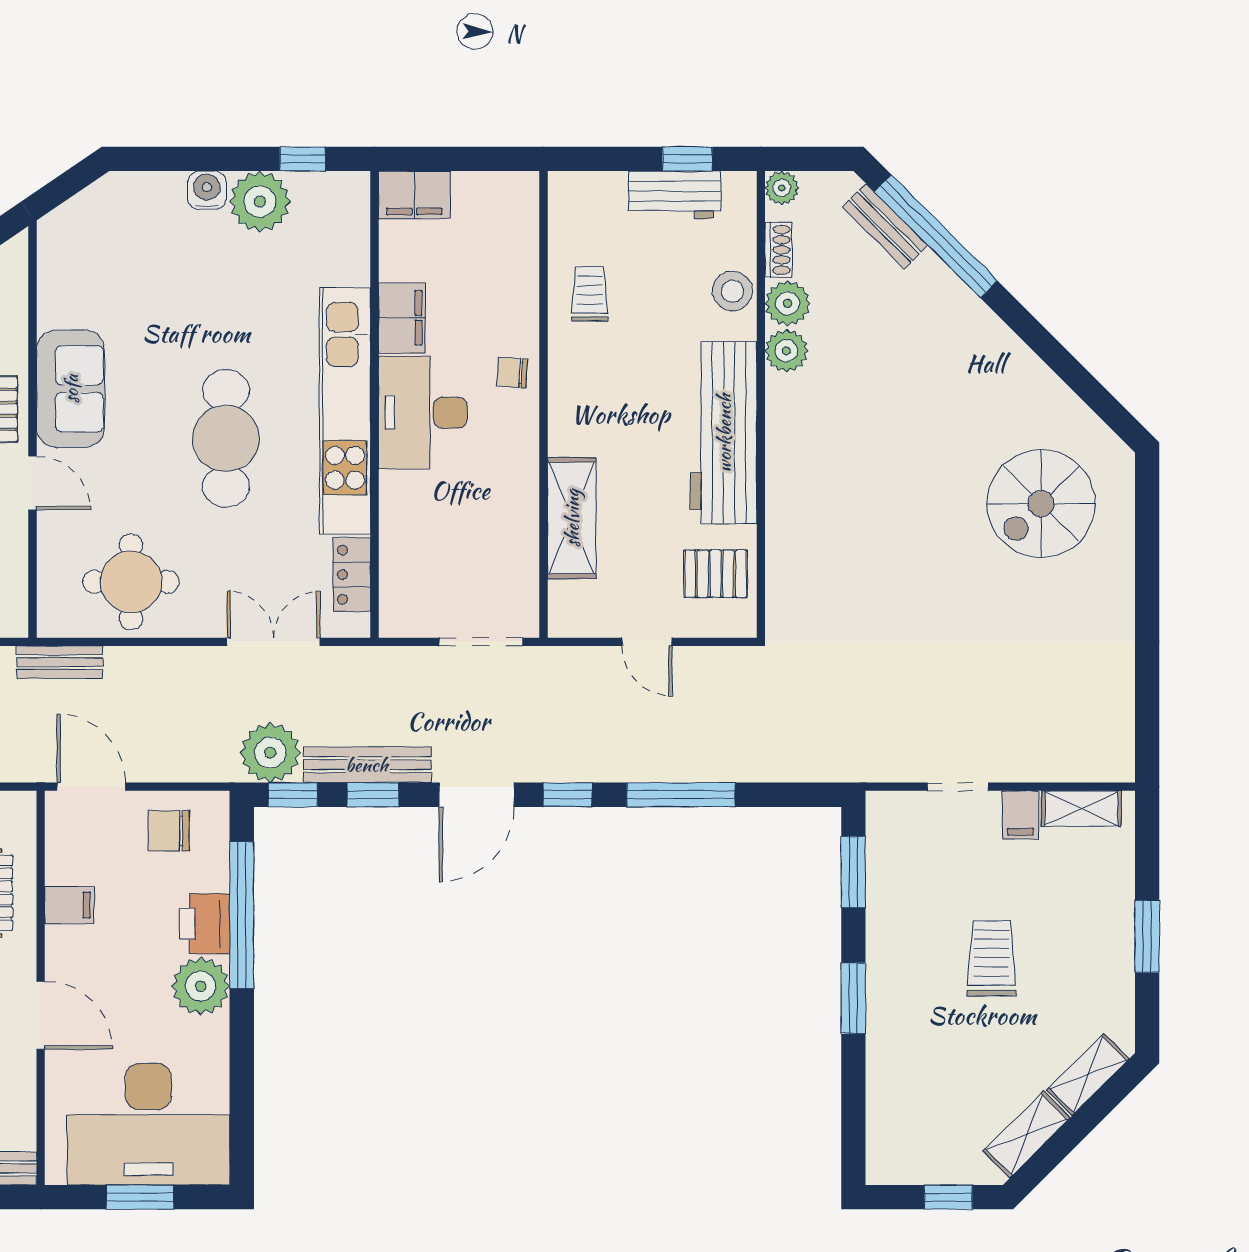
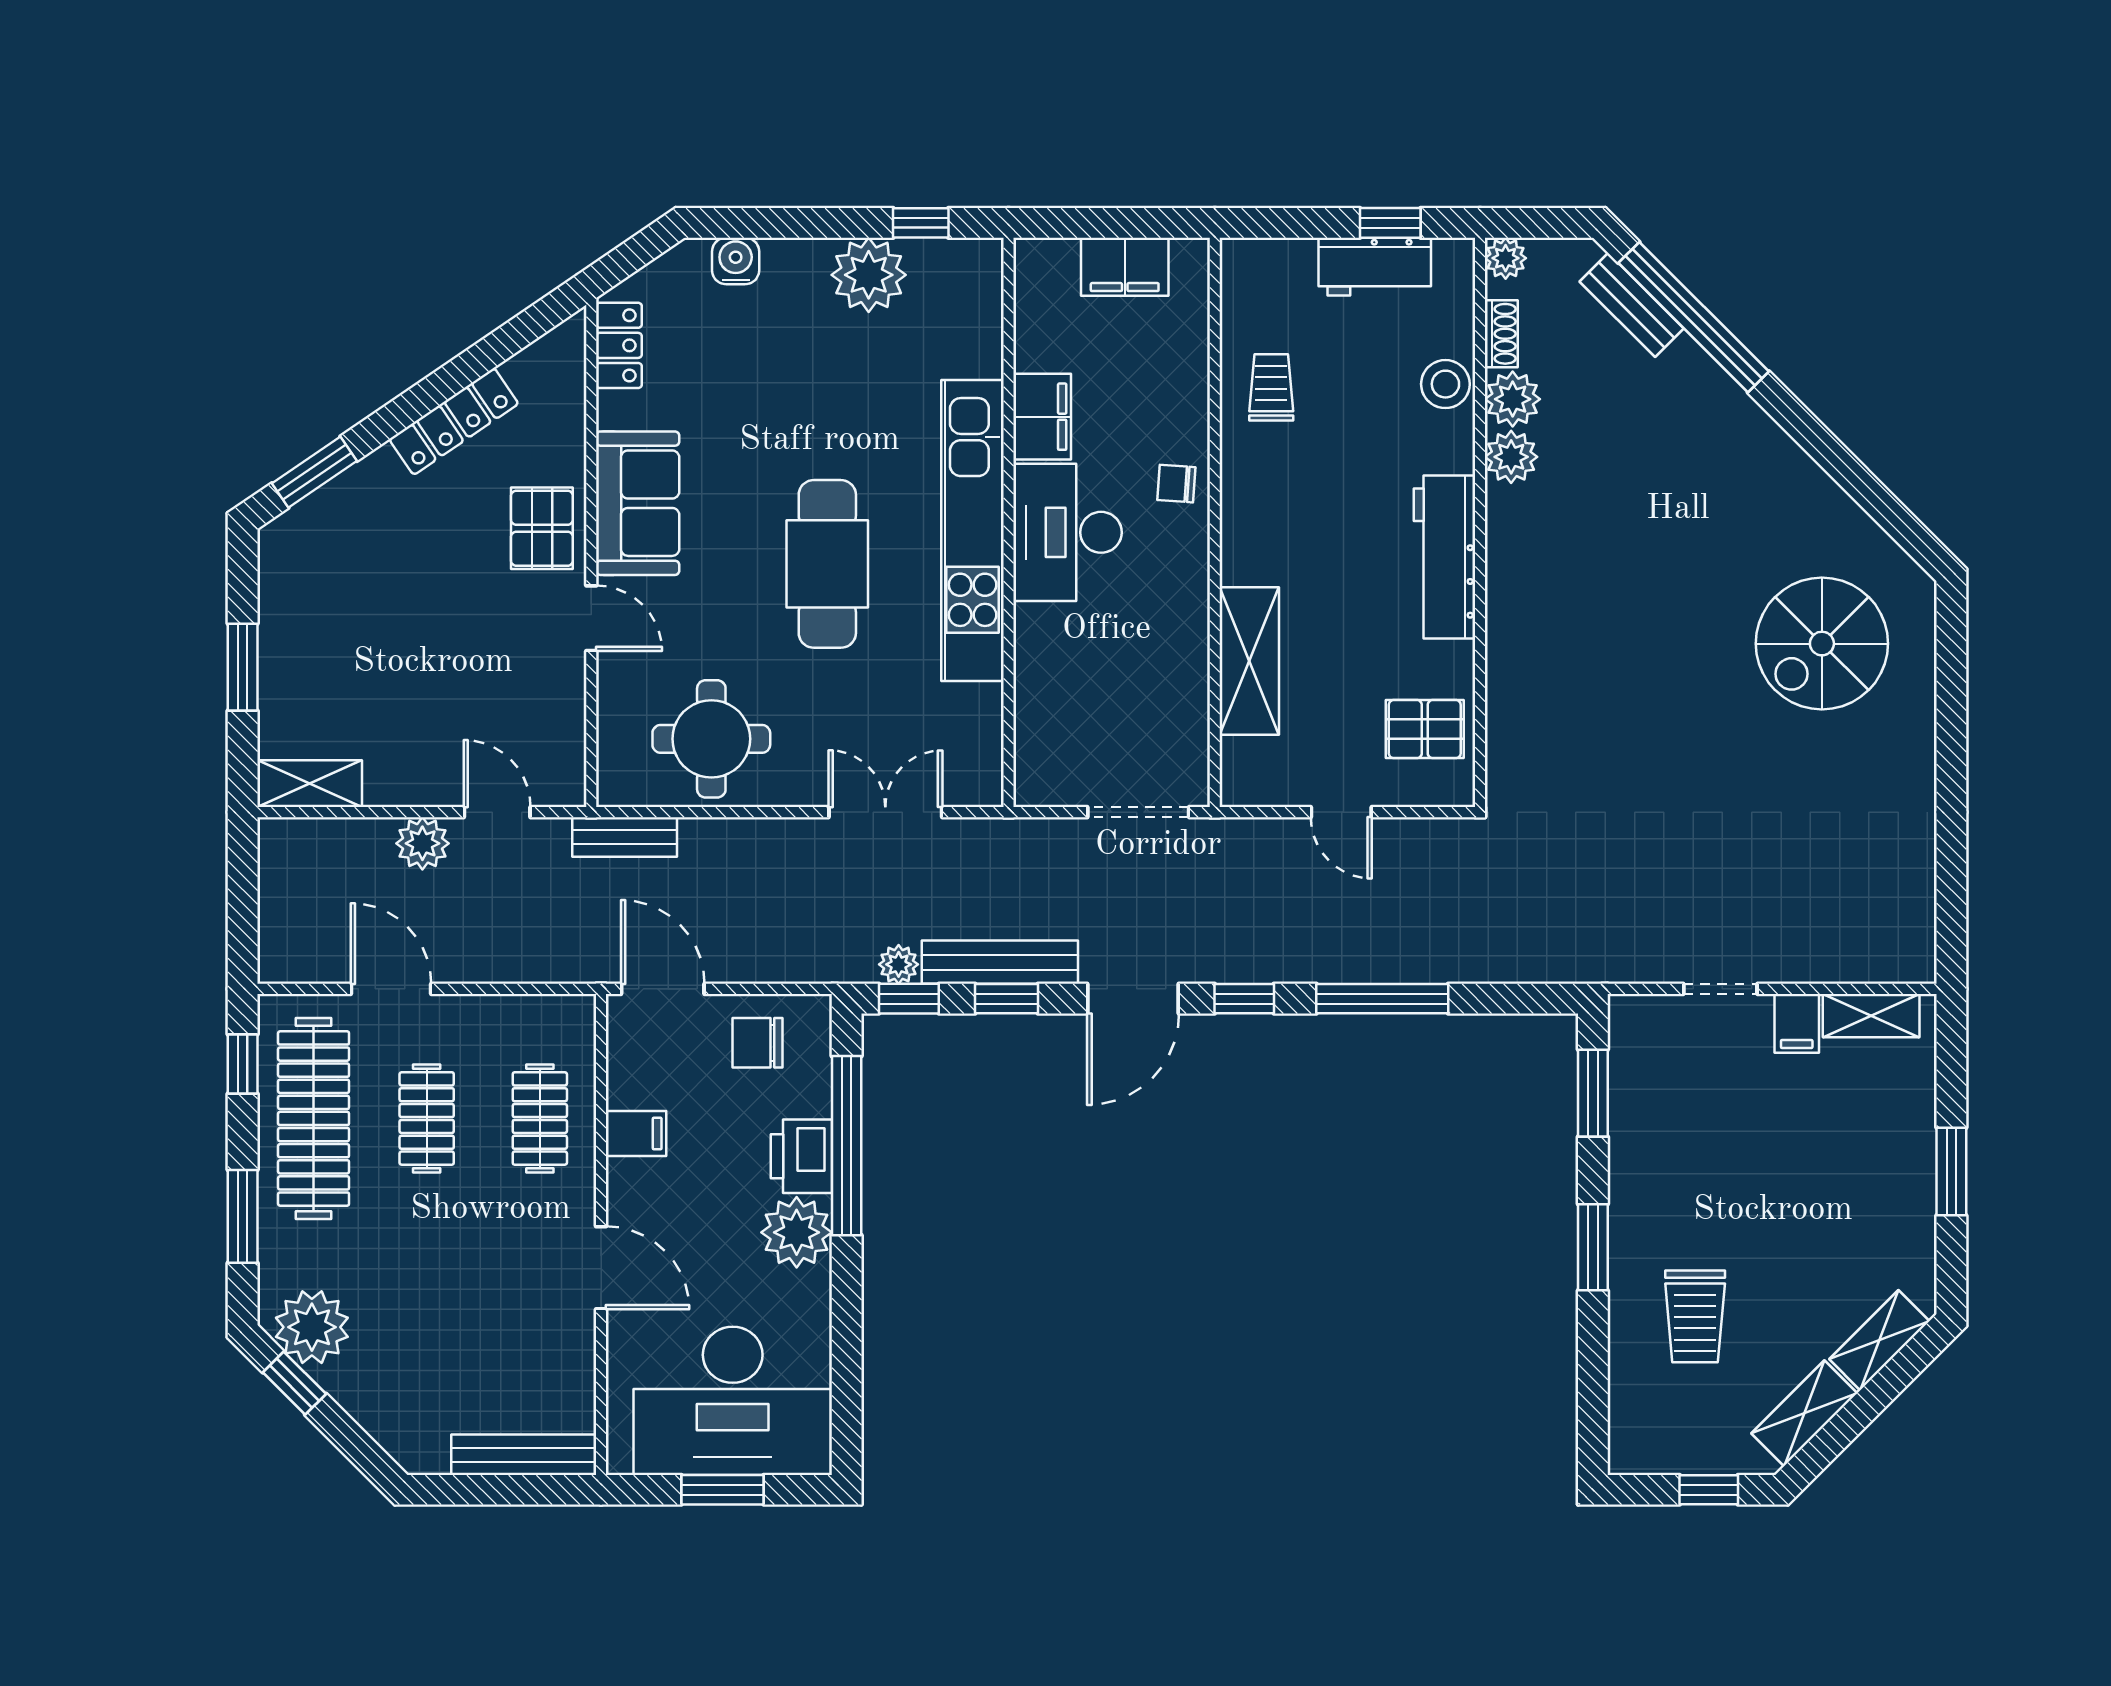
water cooler: (207, 190) -> (736, 261), moved
filing cabinet: (414, 195) -> (1125, 267), moved
workbench: (724, 433) -> (1444, 557), width x0.73, depth x0.76
locker: (352, 575) -> (619, 345), moved, turned 180
plant: (270, 753) -> (899, 964), width x0.53, depth x0.53
trolley: (992, 958) -> (1695, 1316), moved, turned 180

